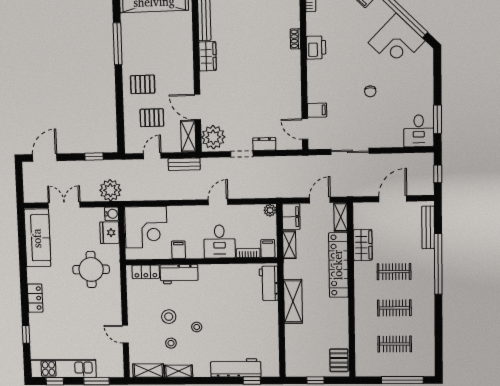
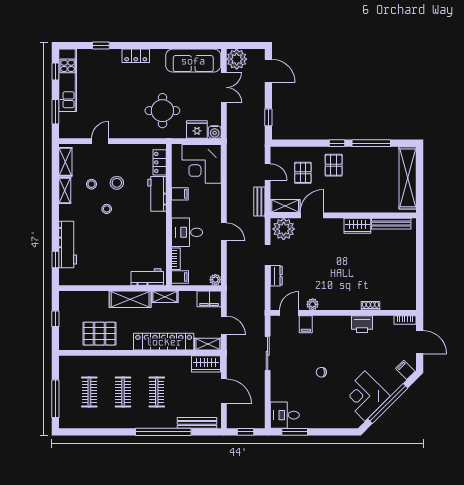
window: (119, 81) -> (337, 143), added
plant: (295, 103) -> (313, 304), added
plant: (110, 190) -> (237, 59), moved
shelving: (289, 245) -> (165, 297), moved
wardrobe: (363, 245) -> (206, 364), moved
pallet: (339, 360) -> (100, 334), moved, width x1.50, depth x1.42

